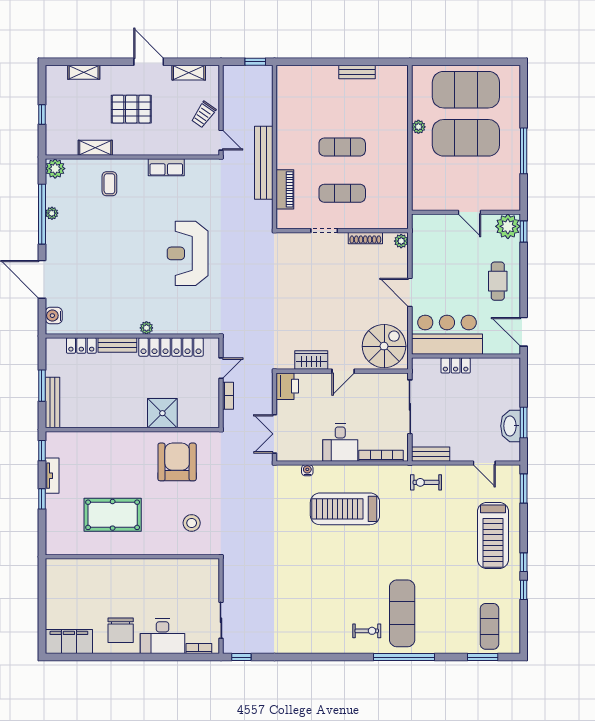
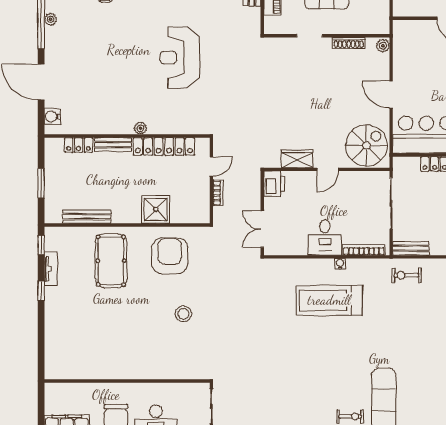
bench: (52, 403) -> (87, 217), moved, turned 90
water cooler: (307, 470) -> (340, 264), moved
pool table: (113, 515) -> (111, 261), moved, turned 90
wall: (132, 557) -> (127, 381), moved

